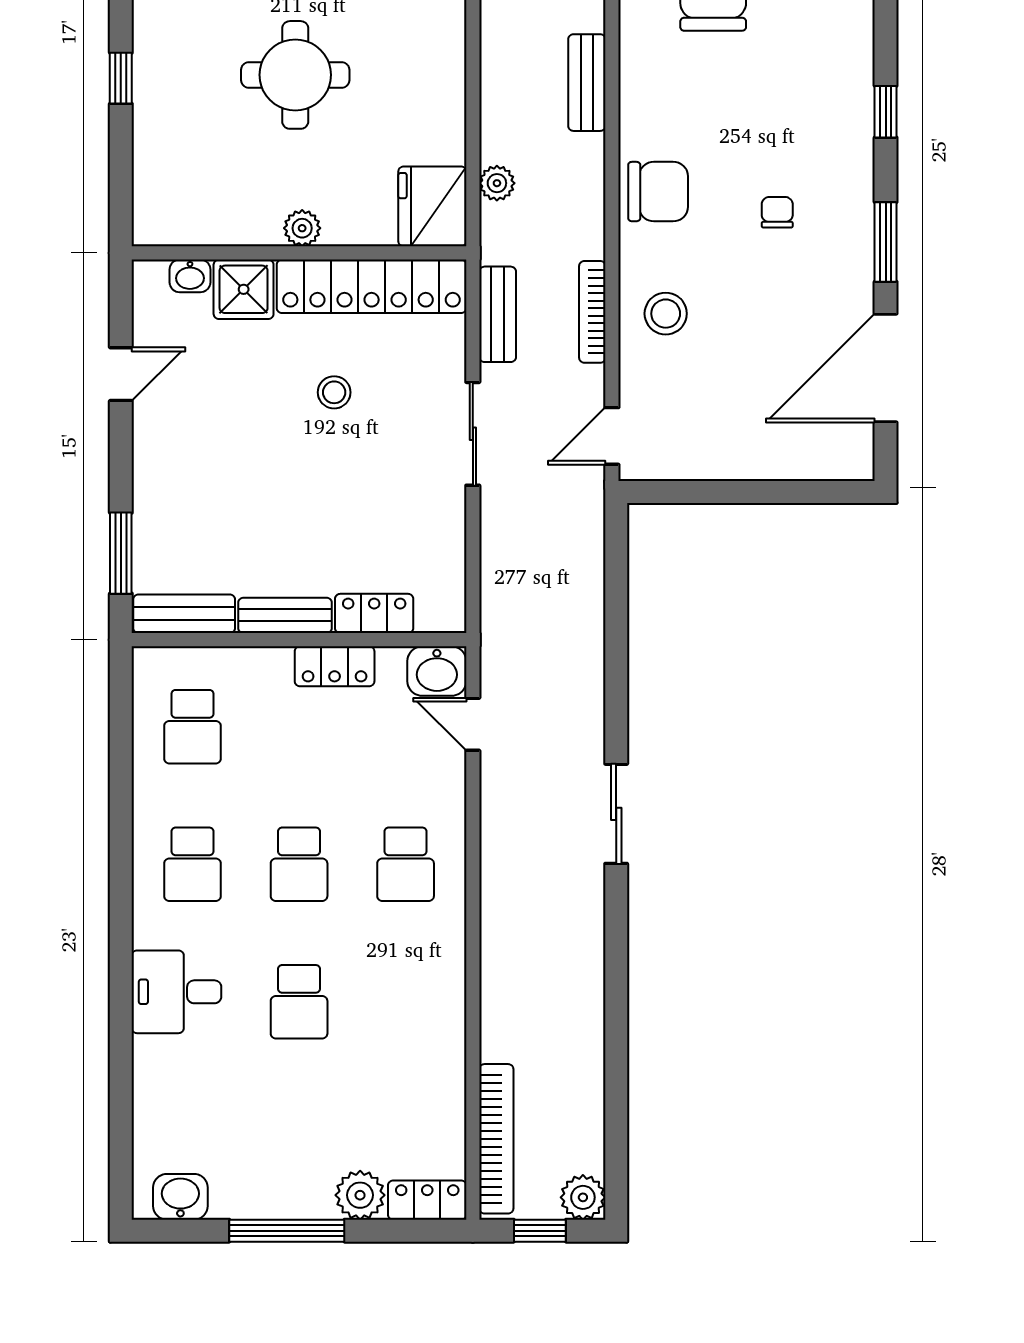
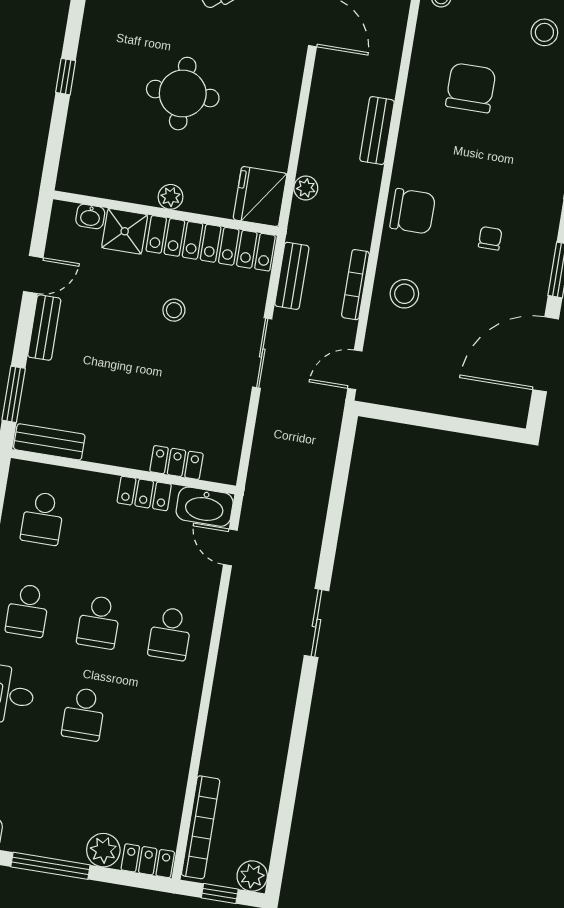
bench: (285, 615) -> (44, 328), moved, turned 90
washbasin: (437, 671) -> (205, 507), width x1.38

